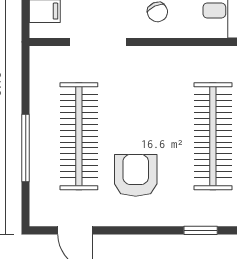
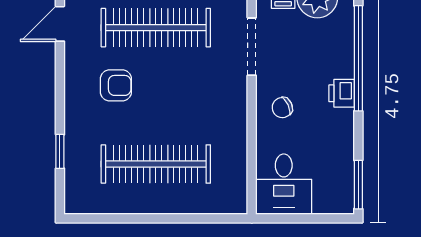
armchair: (136, 175) -> (116, 85), width x0.72, depth x0.72

